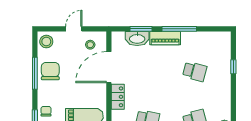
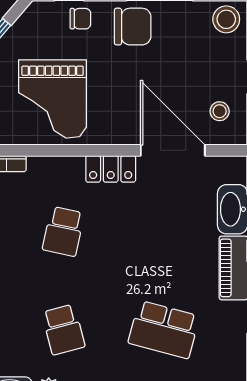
chair: (50, 71) -> (133, 27), moved
school desk: (195, 71) -> (164, 330), width x1.85

